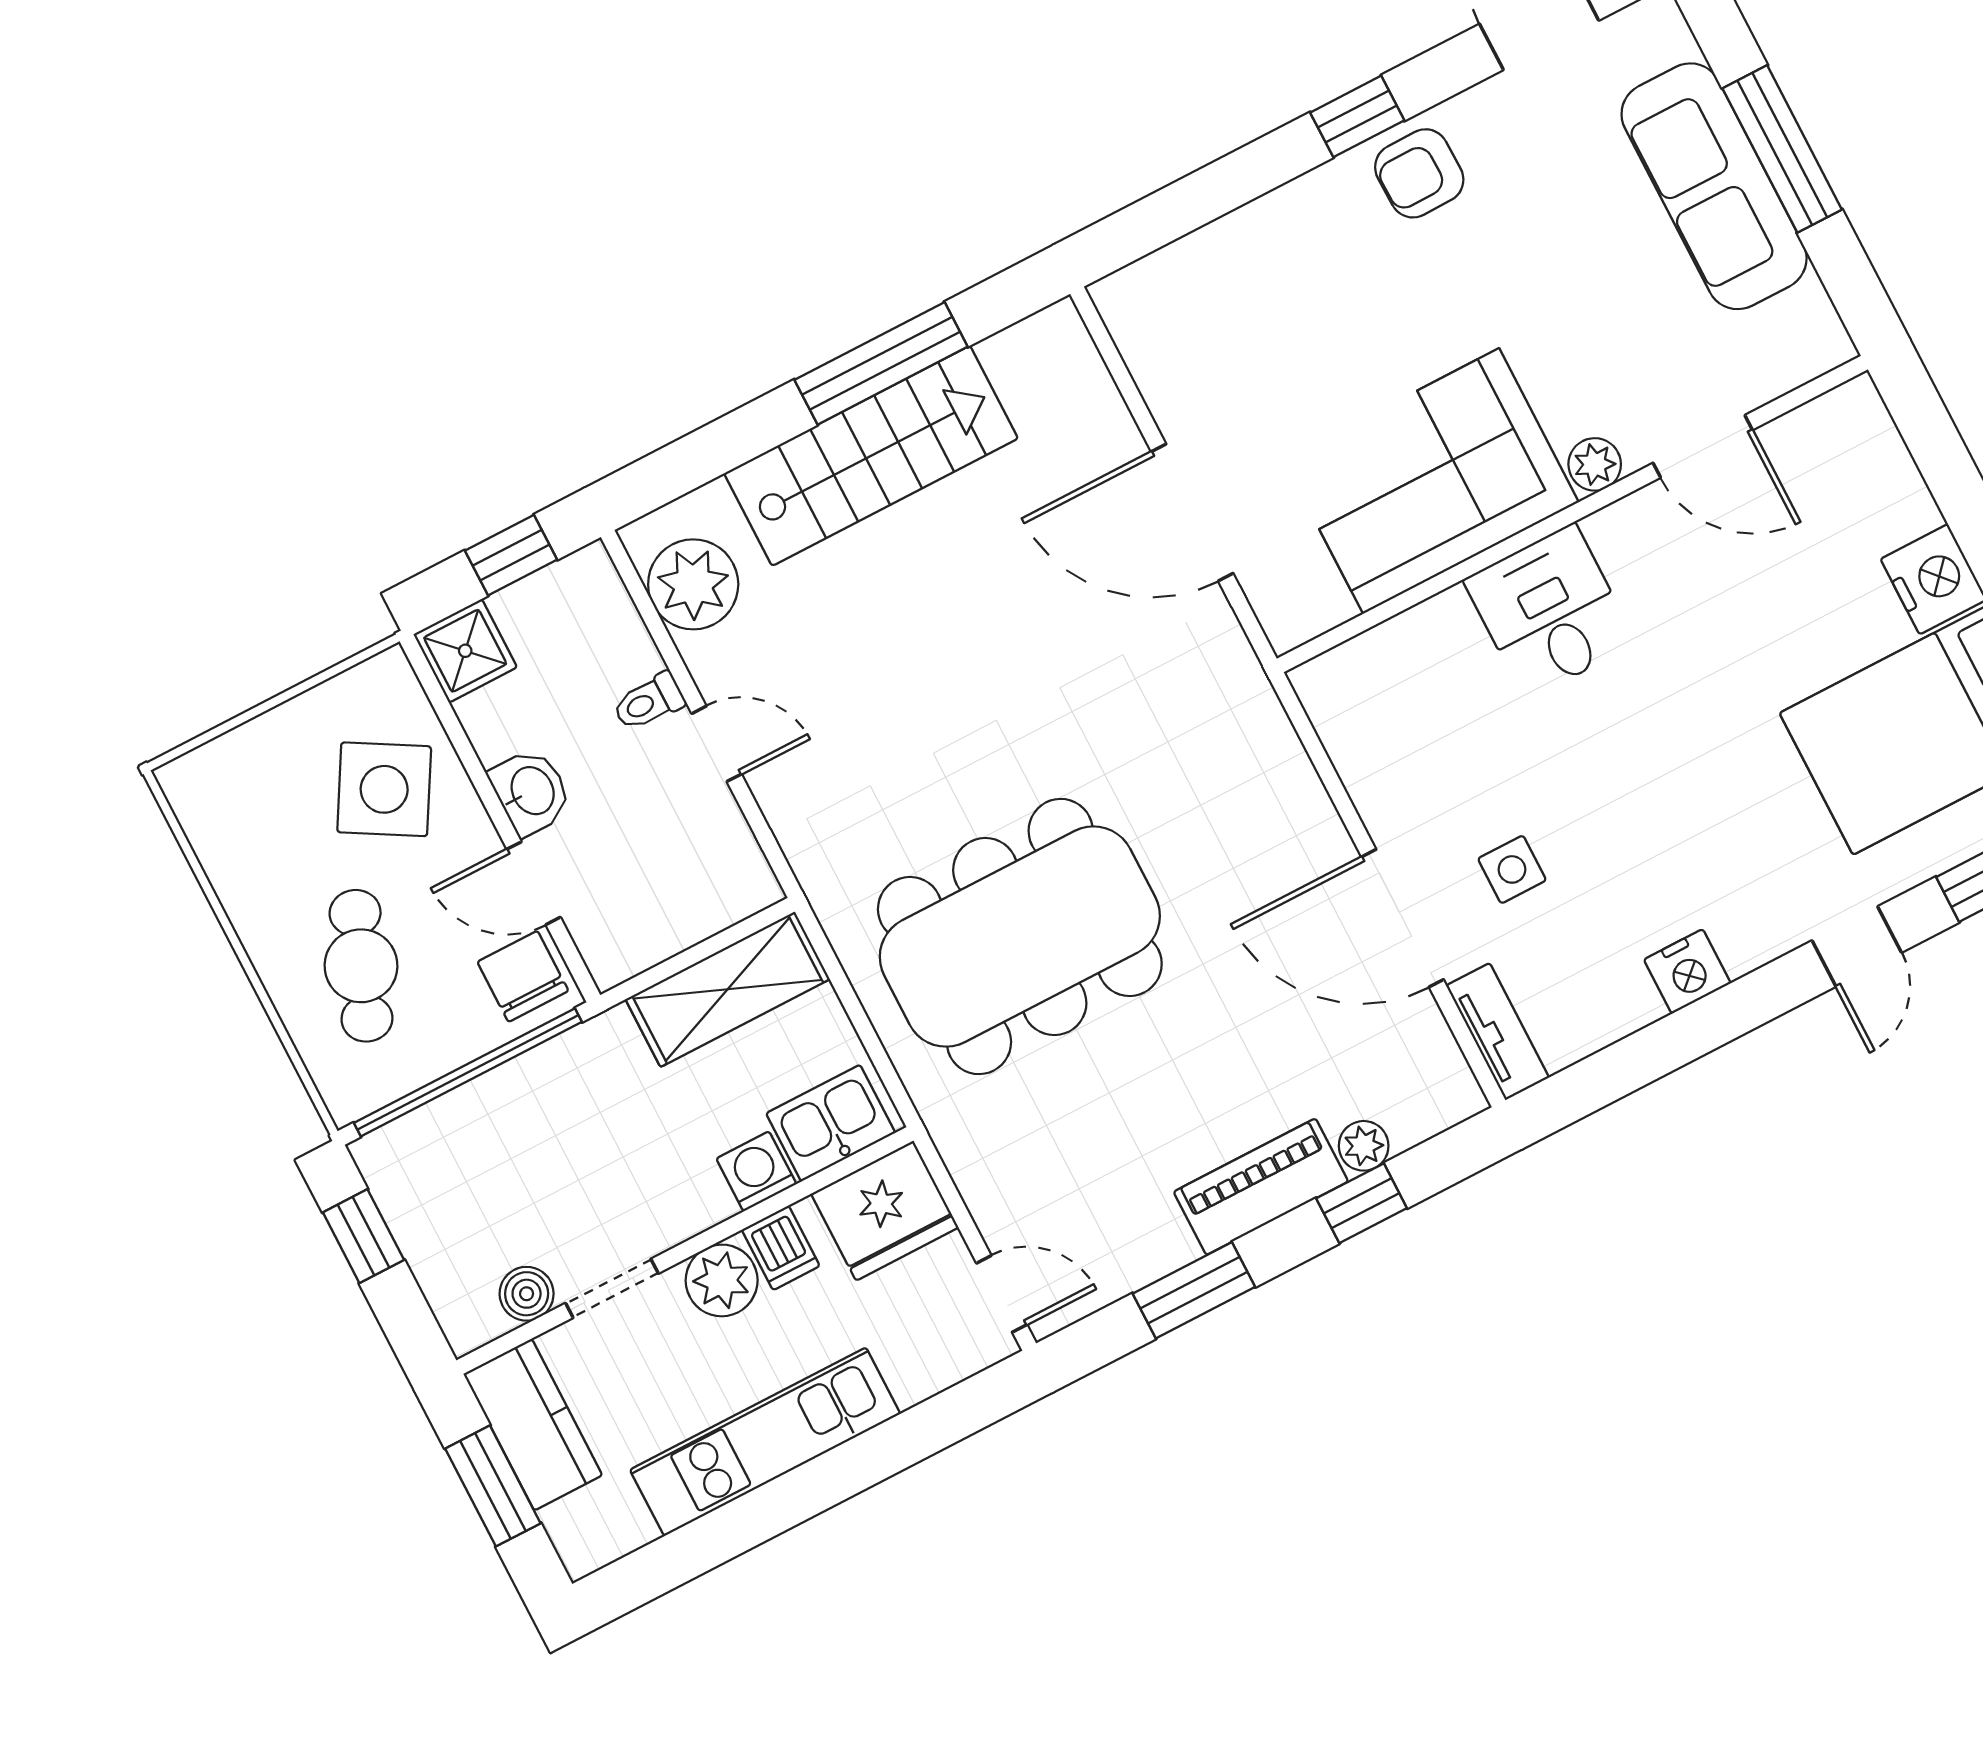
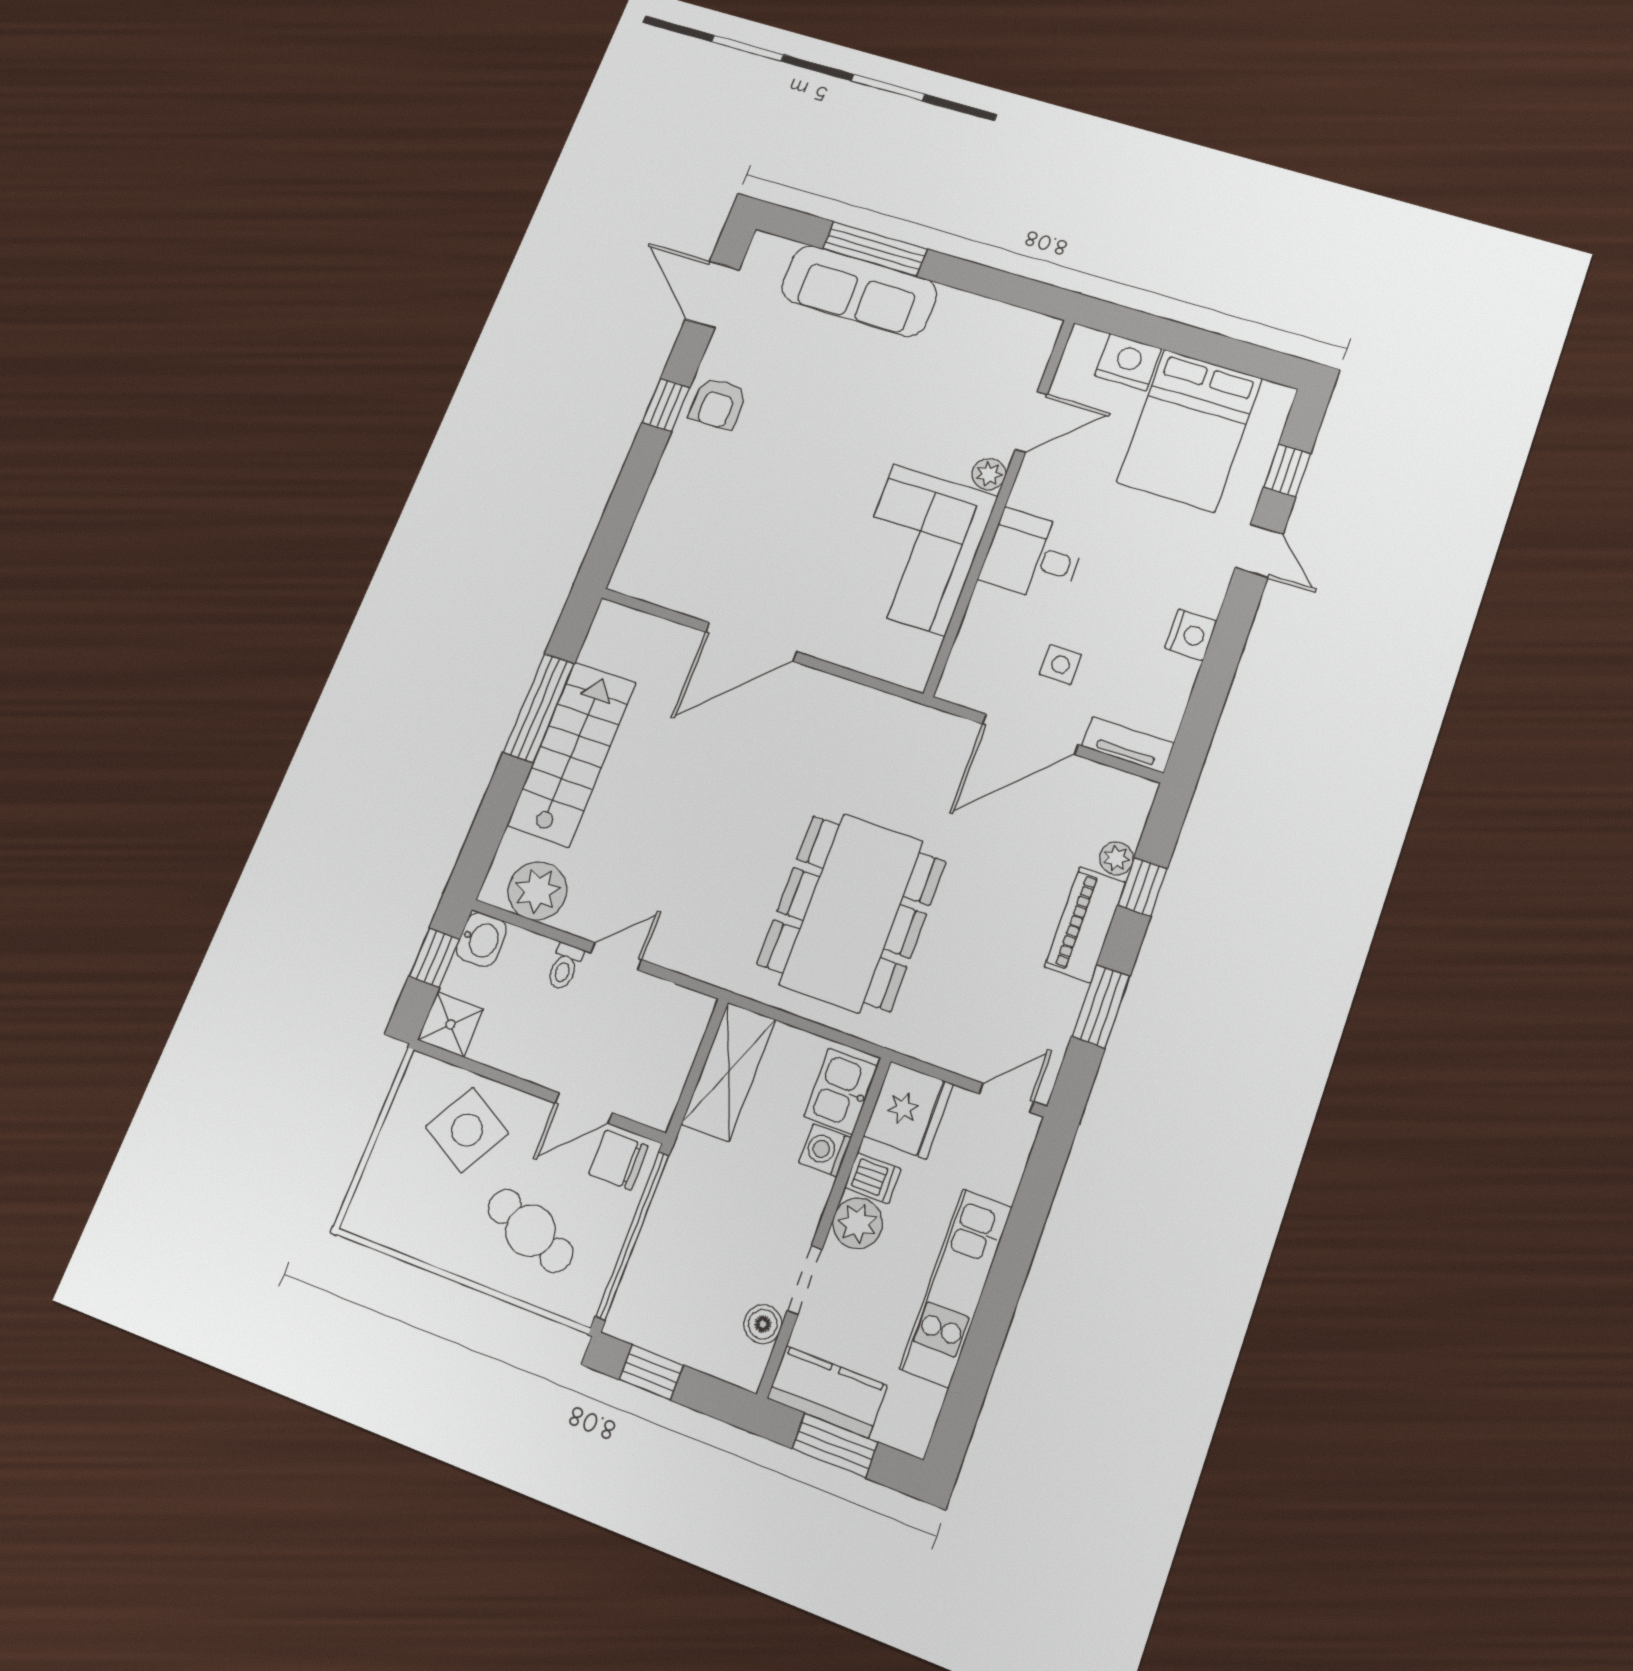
door: (1703, 446) -> (1031, 422), moved
plant: (1595, 464) -> (989, 474), moved
corner sofa: (1431, 481) -> (919, 549), moved
wall: (1572, 514) -> (1000, 505), moved
desk: (1550, 611) -> (1033, 556), moved
washbasin: (531, 791) -> (481, 940), moved, turned 90

